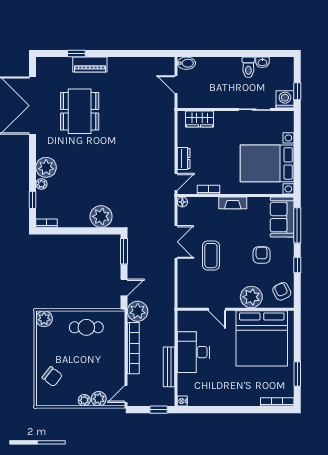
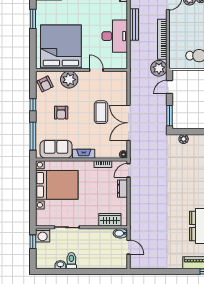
bidet: (186, 63) -> (120, 233), moved
plant: (101, 216) -> (184, 139), width x0.53, depth x0.53
sofa: (282, 217) -> (56, 149), moved, turned -90
double door: (176, 242) -> (129, 123), width x1.37

